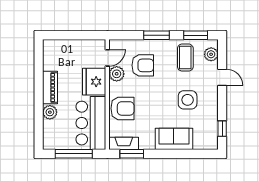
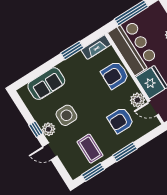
plant: (211, 54) -> (48, 129), moved
door: (107, 58) -> (153, 108), hinge flipped
window: (222, 129) -> (36, 129), moved
sofa: (174, 139) -> (46, 84), moved
window: (132, 154) -> (72, 50), moved

